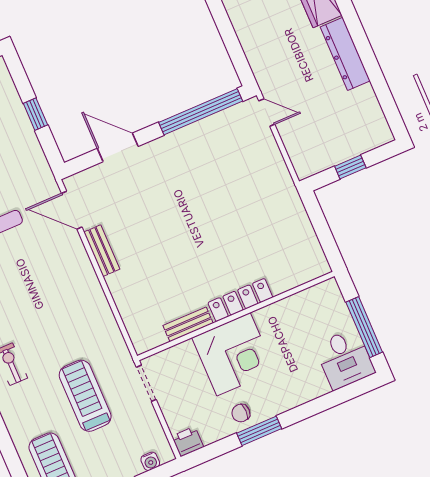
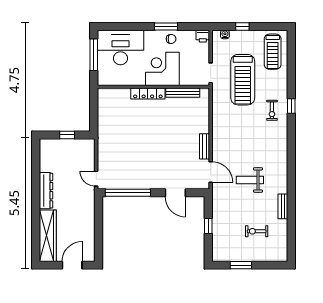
bench: (188, 324) -> (183, 93), width x1.36
desk: (345, 359) -> (121, 48), width x1.87, depth x1.30
treadmill: (85, 396) -> (243, 80), width x1.37, depth x1.38

